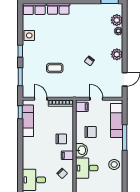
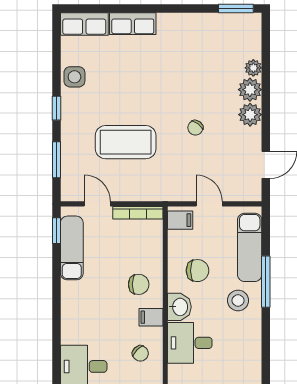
plant: (117, 20) -> (250, 90), moved
coffee table: (55, 68) -> (126, 142), width x1.86, depth x1.72
stool: (114, 164) -> (238, 300), moved

